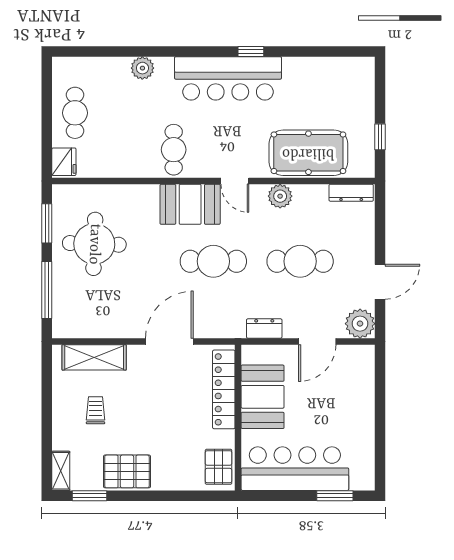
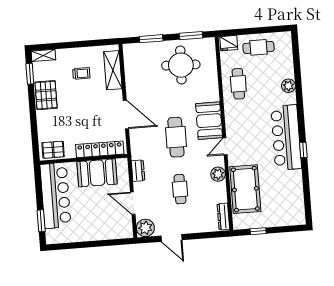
cafe table: (174, 150) -> (238, 84), moved, turned 90
cafe table: (300, 261) -> (180, 189), width x0.73, depth x0.74
window: (47, 290) -> (151, 39), width x0.69

